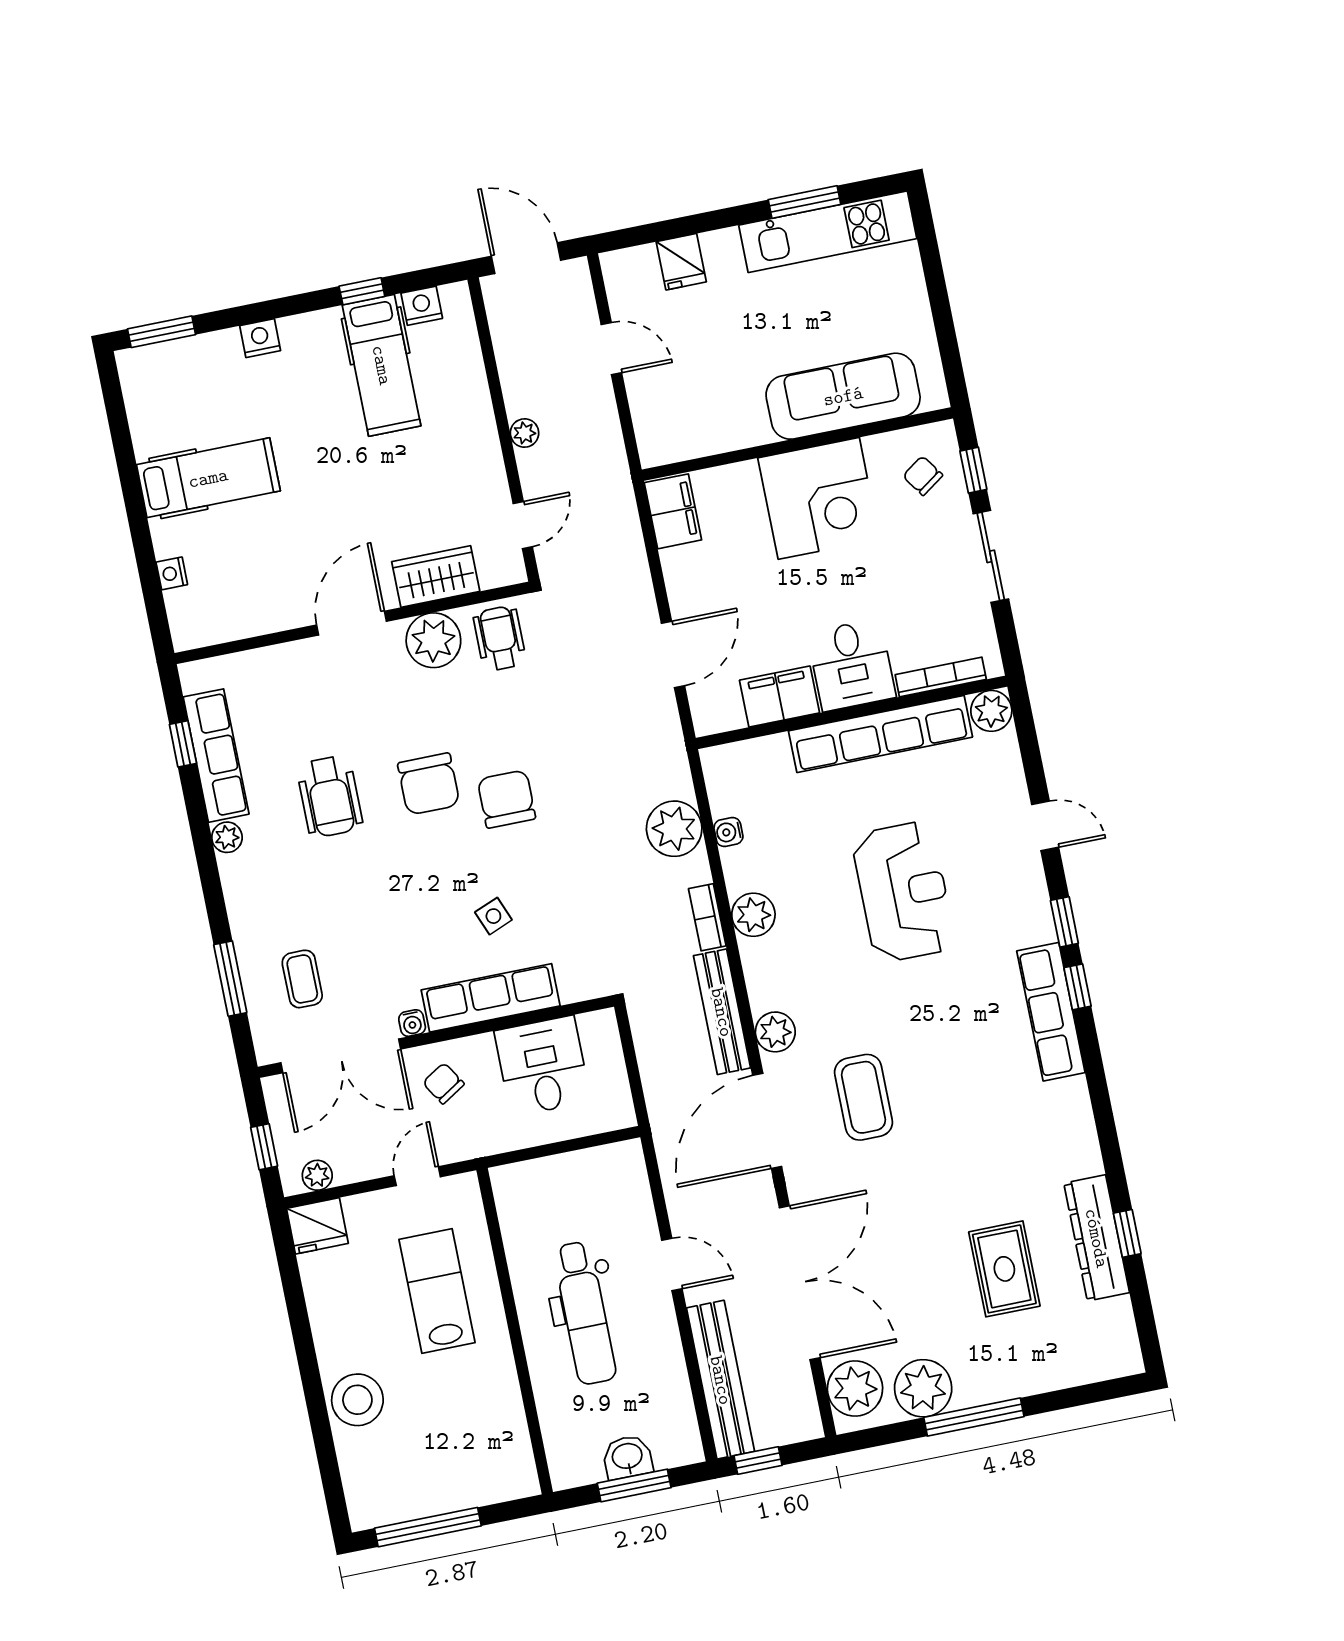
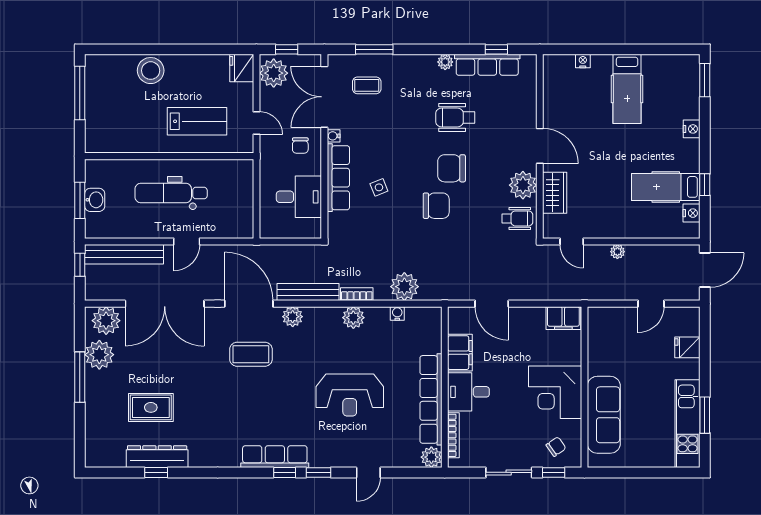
chair: (443, 1083) -> (300, 145), turned 122
plant: (317, 1175) -> (274, 73), width x1.88, depth x1.88

